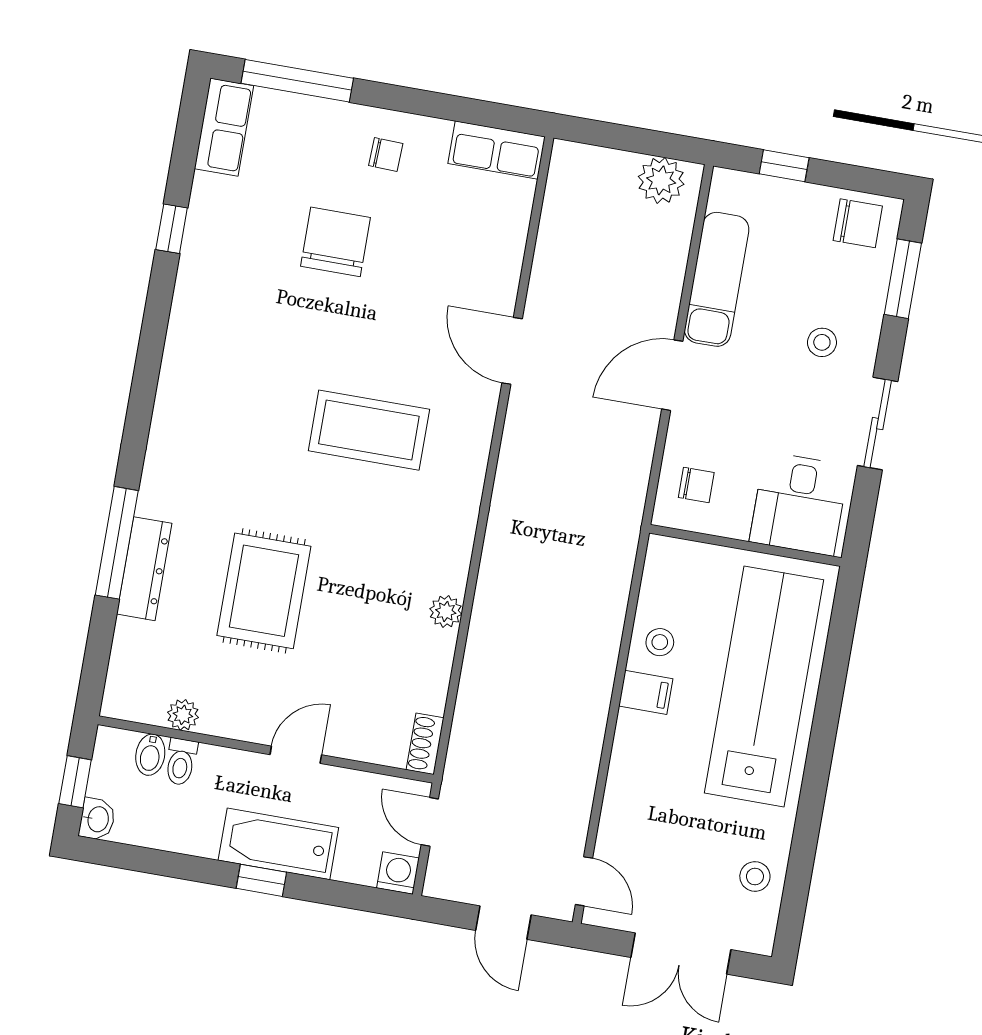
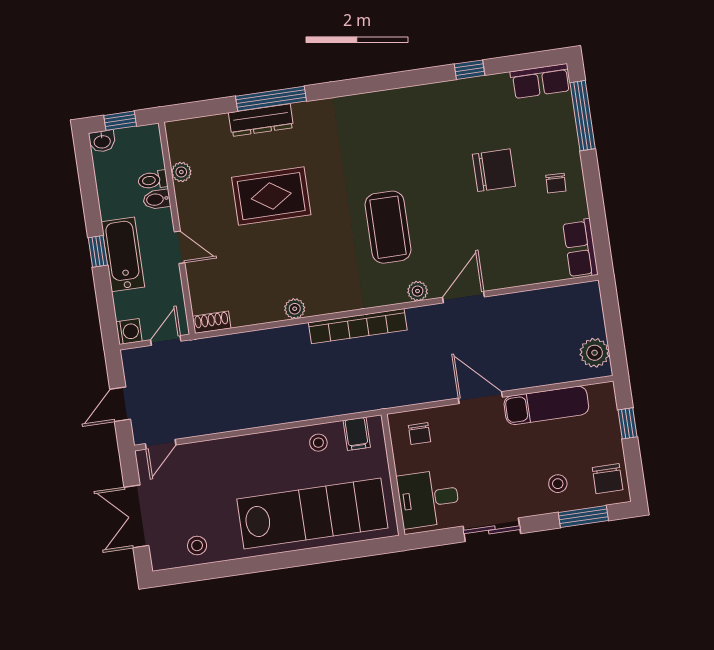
stool: (822, 342) -> (558, 484), moved
plant: (480, 417) -> (418, 291), added
bookcase: (503, 525) -> (358, 326), added
filing cabinet: (646, 692) -> (357, 434), moved
bidet: (150, 755) -> (157, 199), moved

